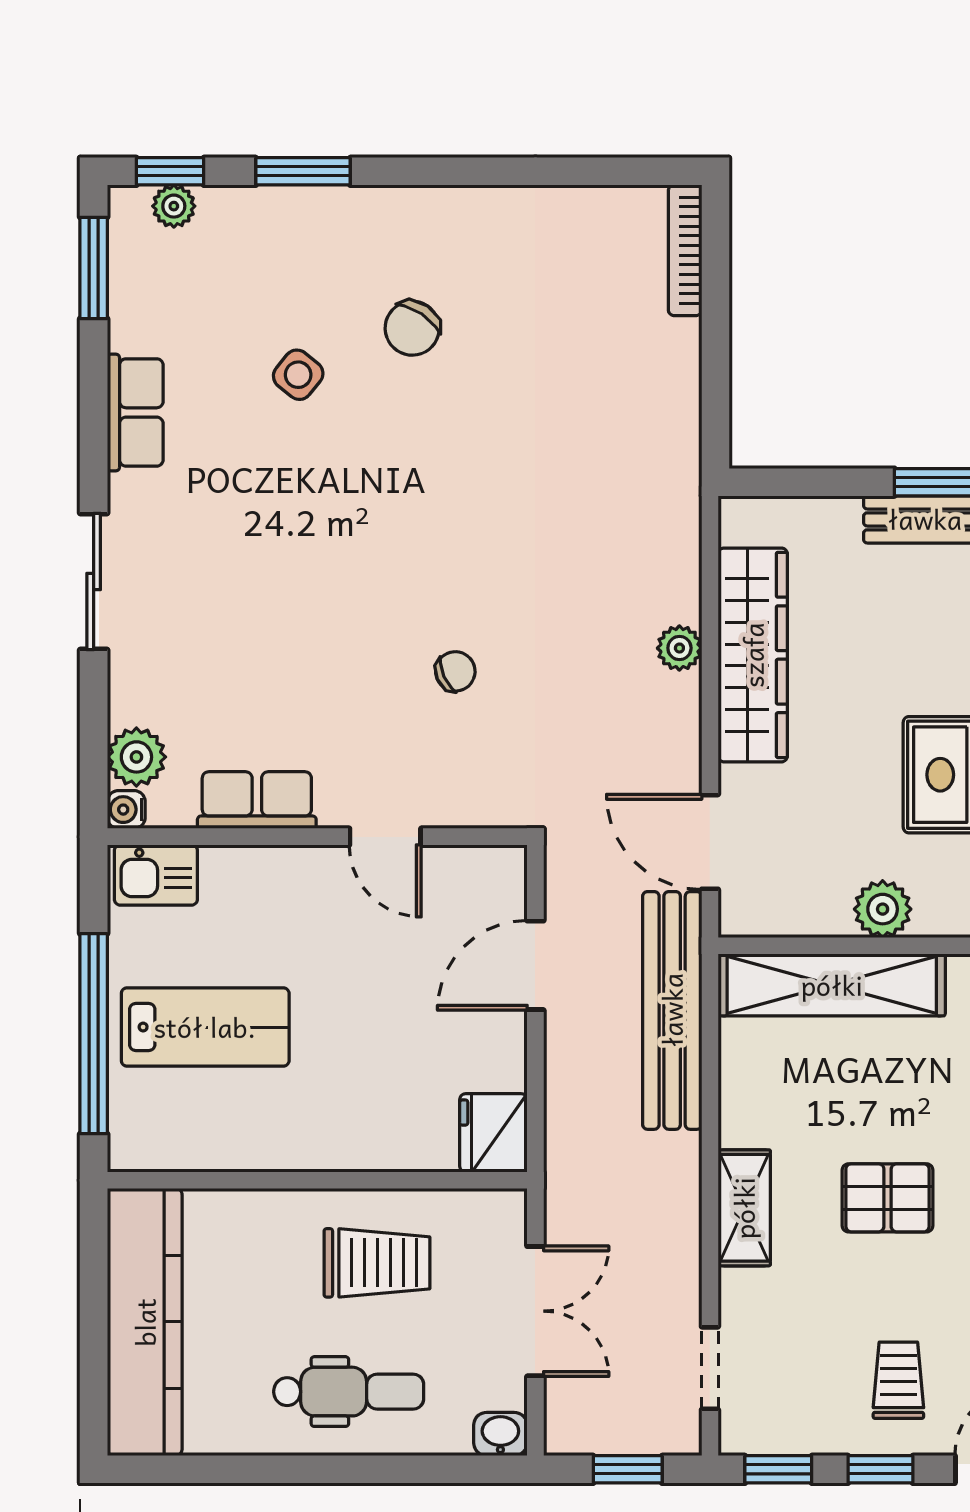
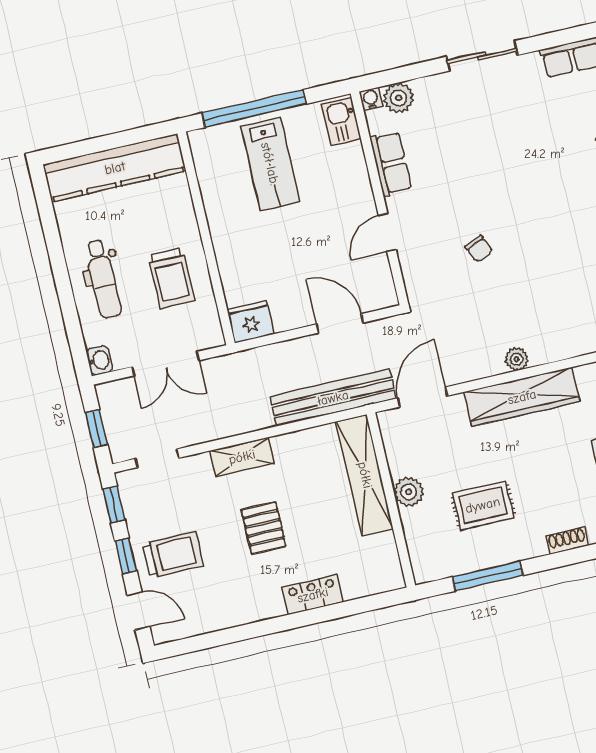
trolley: (898, 1380) -> (173, 555), width x1.36, depth x1.39

